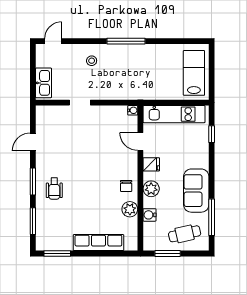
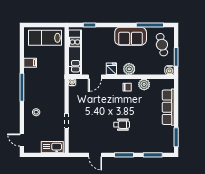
filing cabinet: (160, 52) -> (30, 63), added
wheelchair: (54, 189) -> (122, 125), moved
water cooler: (150, 215) -> (170, 70), moved

